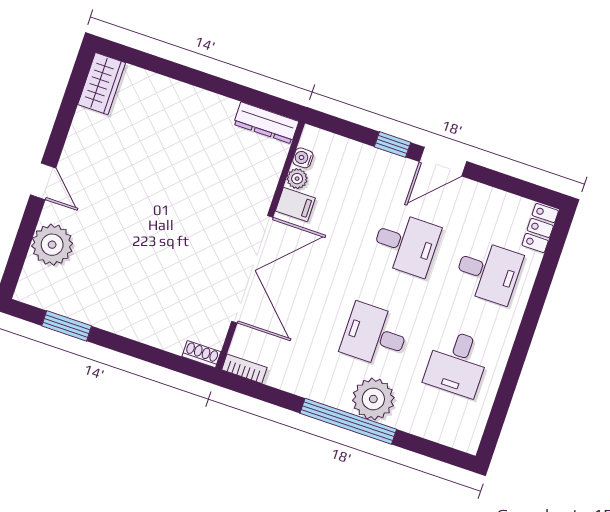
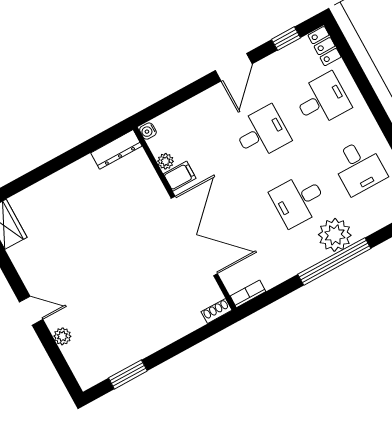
window: (392, 145) -> (286, 39), moved
water cooler: (303, 158) -> (148, 131), moved
plant: (52, 245) -> (62, 336), width x0.53, depth x0.53

